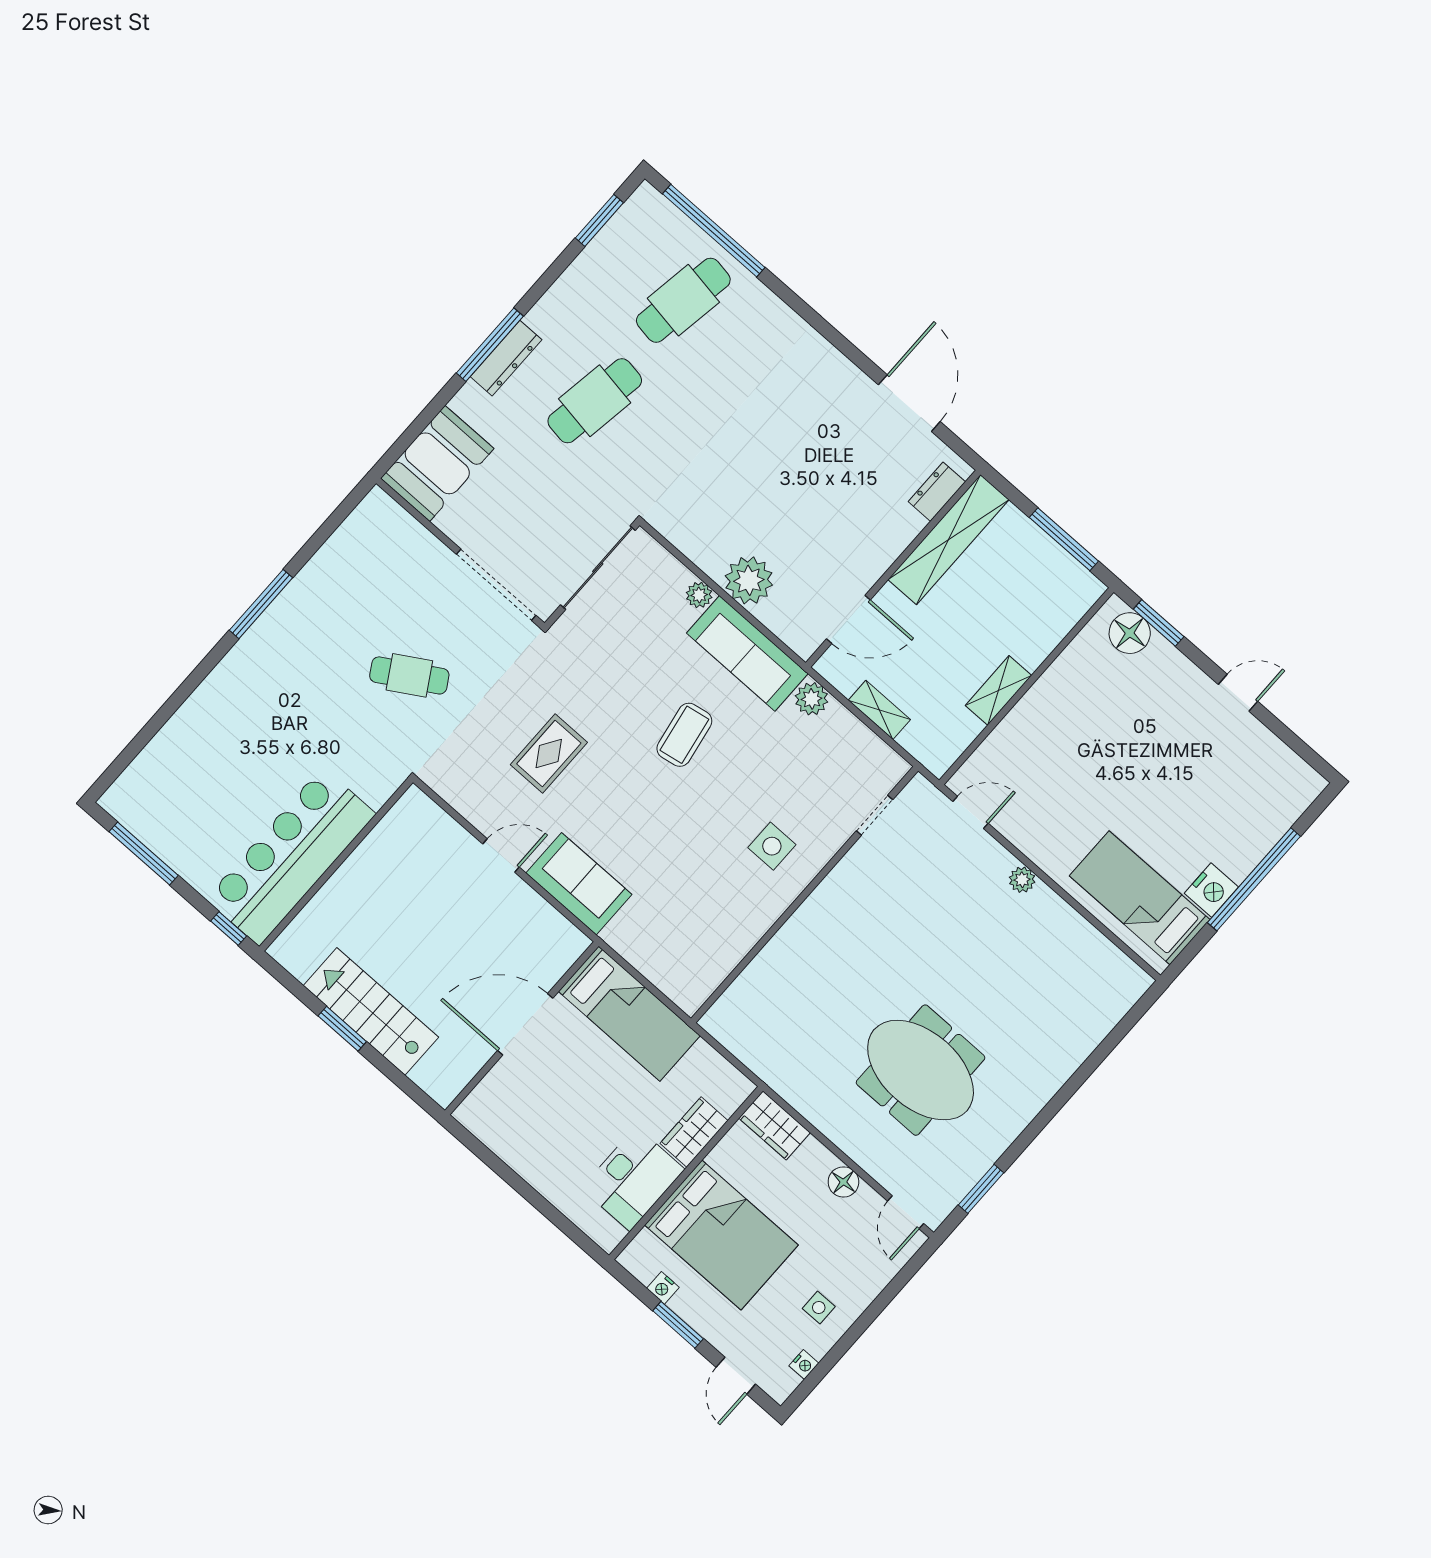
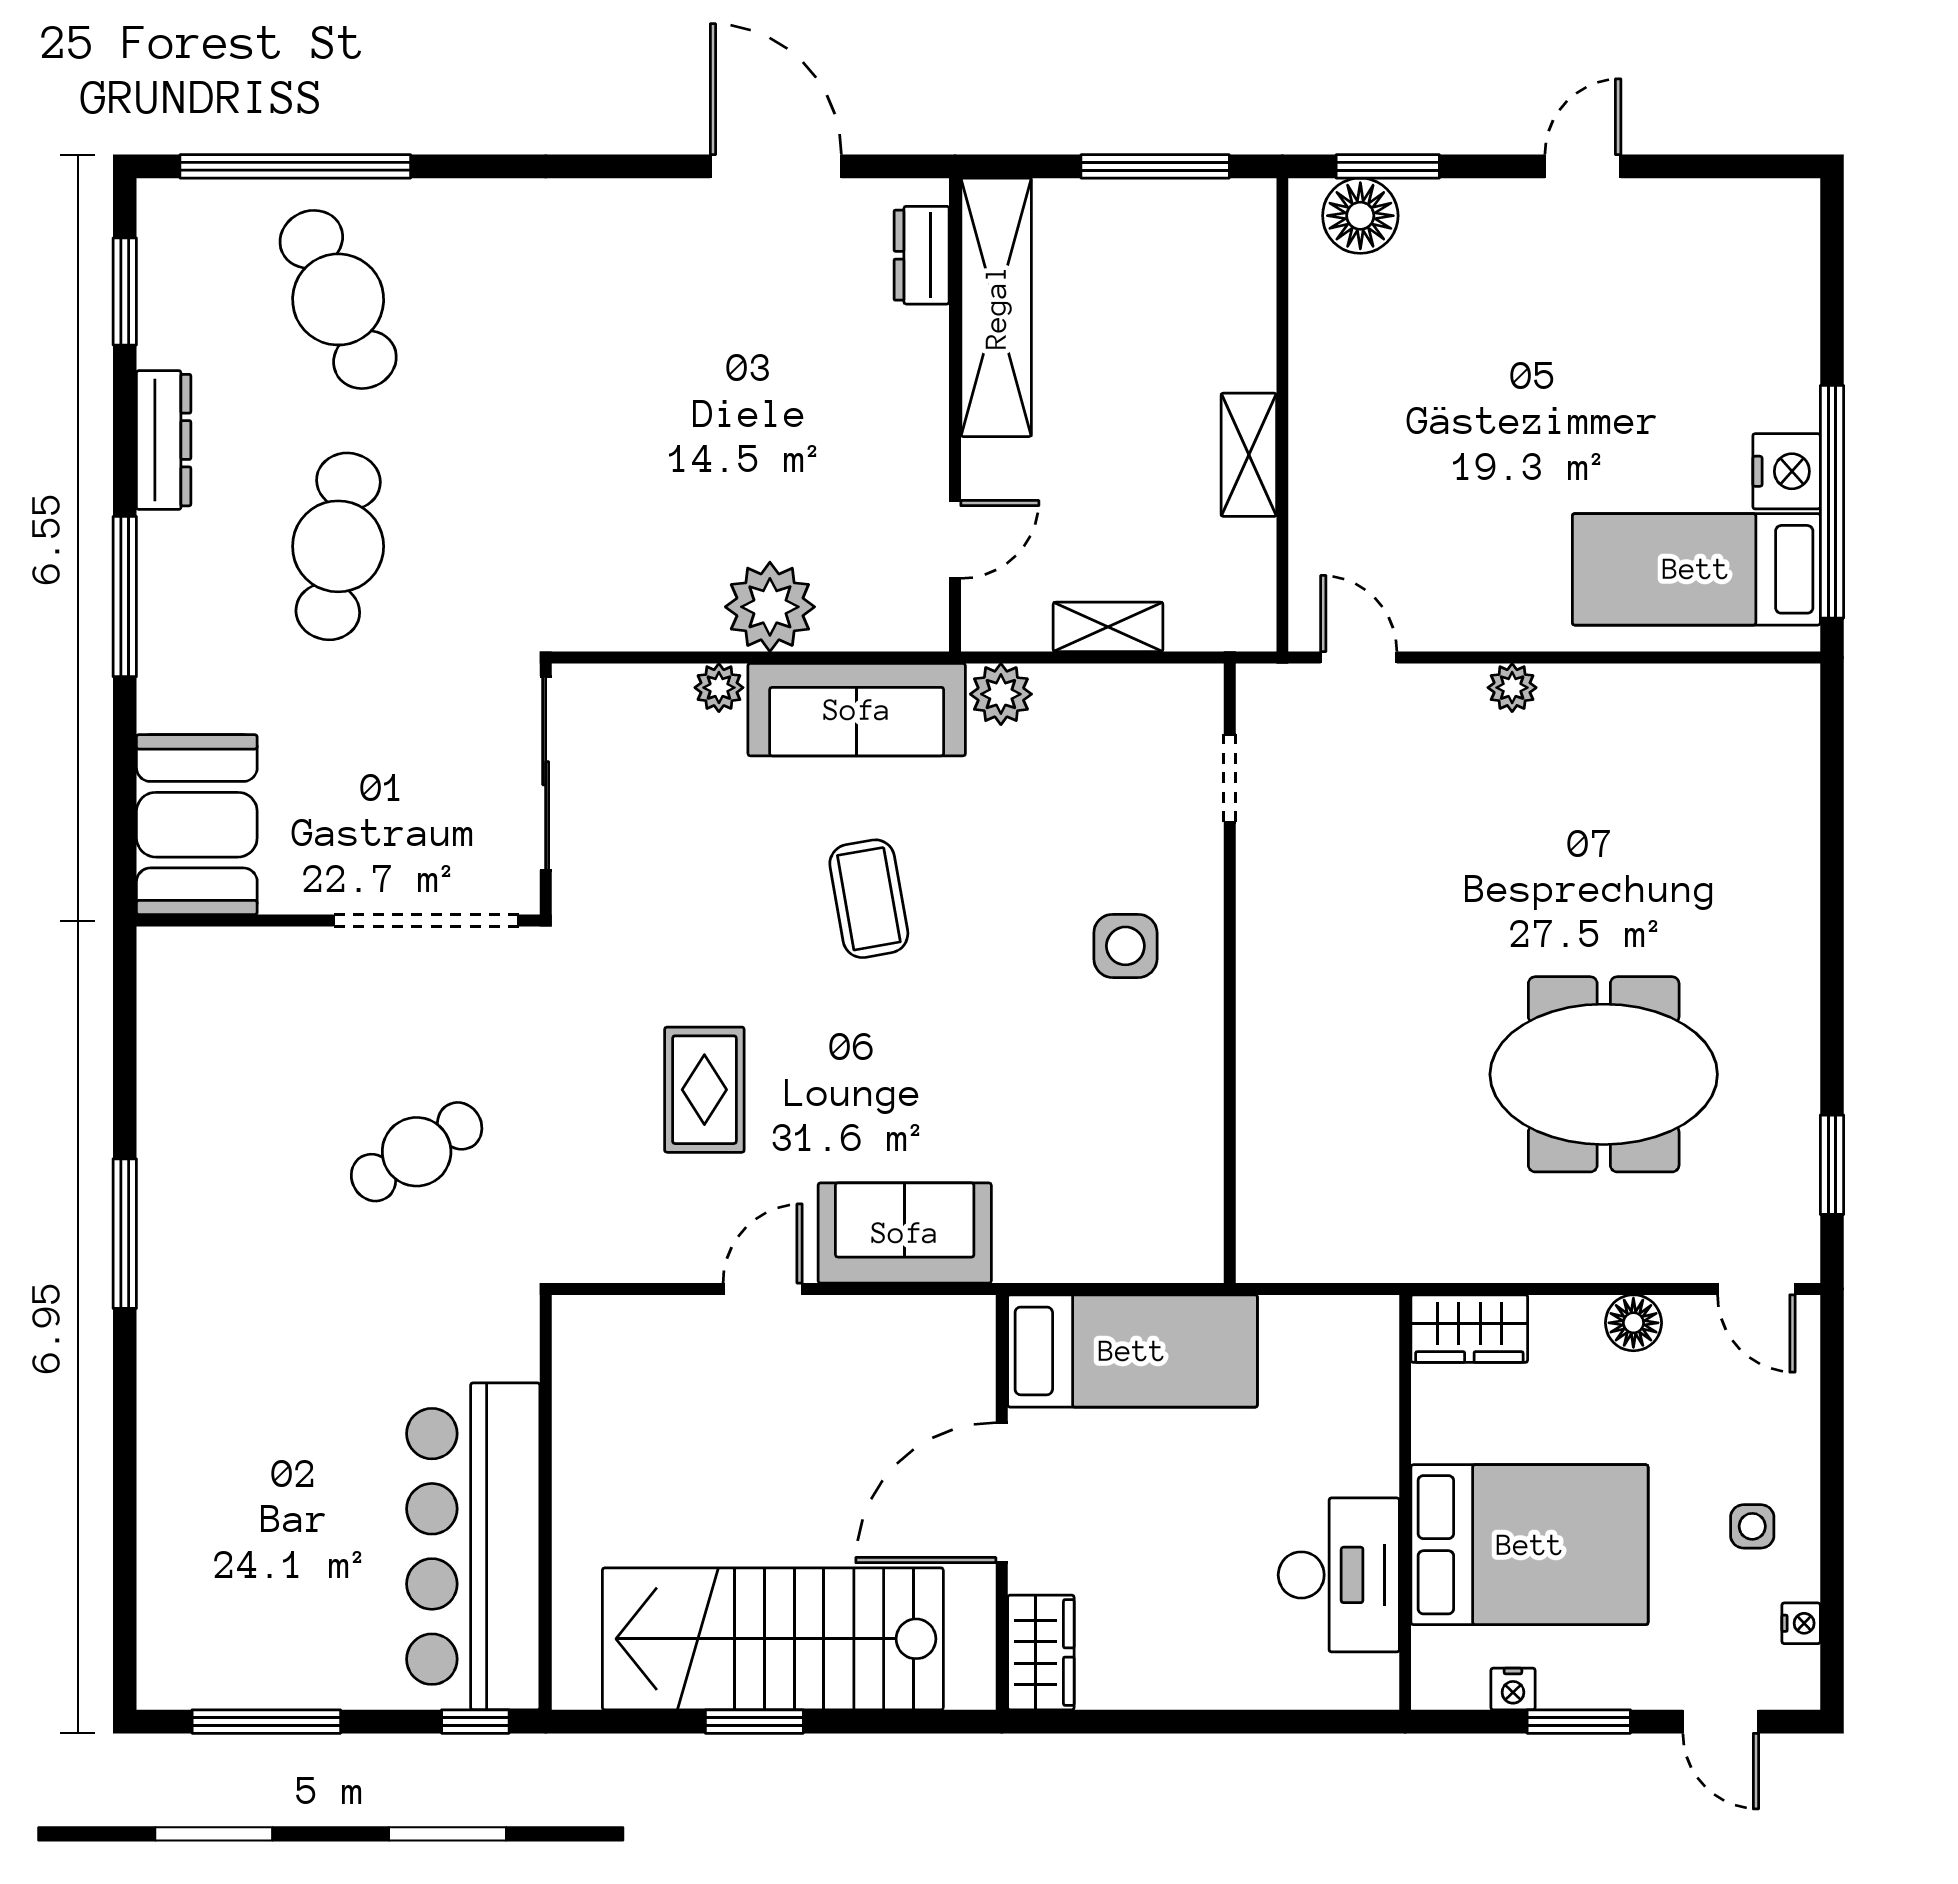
cafe table: (683, 300) -> (338, 299), turned -33
dresser: (506, 358) -> (164, 440), moved
door: (848, 619) -> (955, 539), width x0.73
door: (970, 812) -> (1359, 657), hinge flipped
window: (1254, 879) -> (1832, 502), moved
stairs: (371, 1011) -> (773, 1639), width x1.36, depth x1.51
wardrobe: (694, 1132) -> (1041, 1652), moved, turned 180

